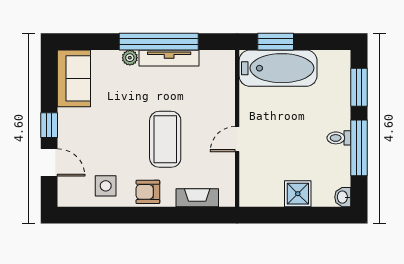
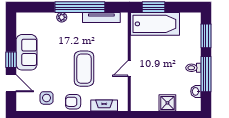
tv unit: (169, 58) -> (101, 17), moved
sofa: (74, 78) -> (27, 52), moved
washbasin: (343, 197) -> (196, 91), moved

